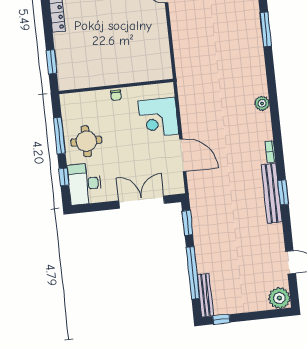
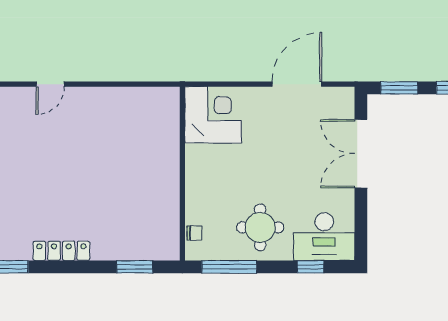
chair: (116, 95) -> (194, 233), moved
corner desk: (158, 117) -> (213, 115), moved, turned -90
window: (59, 136) -> (229, 267), moved

